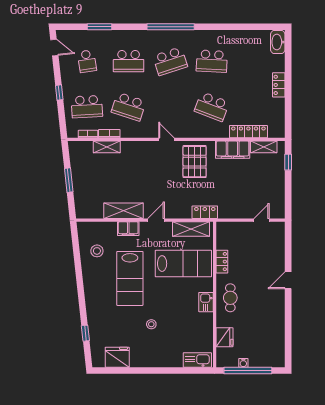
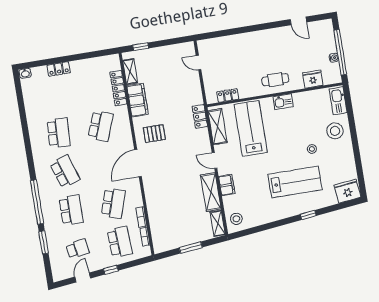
window: (171, 27) -> (37, 202), moved
washbasin: (278, 42) -> (25, 73), width x0.52, depth x0.69
door: (54, 48) -> (83, 278), moved
locker: (279, 85) -> (59, 69), moved
door: (166, 139) -> (138, 163), width x1.88
shelving: (107, 147) -> (218, 223), moved
pallet: (195, 162) -> (154, 134), width x0.67, depth x0.71
stool: (97, 251) -> (236, 219), moved
locker: (222, 262) -> (228, 96), moved
lab bench: (130, 278) -> (295, 182), moved
door: (288, 280) -> (298, 21), moved
window: (85, 333) -> (308, 215), moved
stool: (166, 352) -> (335, 131), added
fridge: (117, 357) -> (347, 191), moved, turned 84

